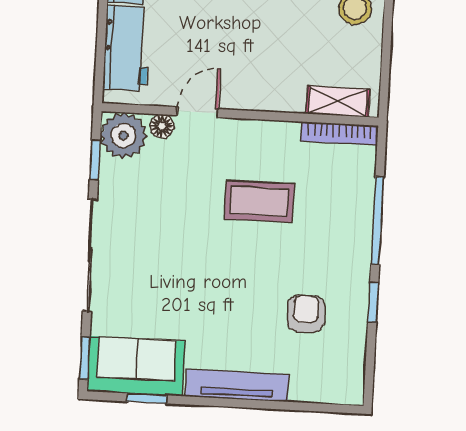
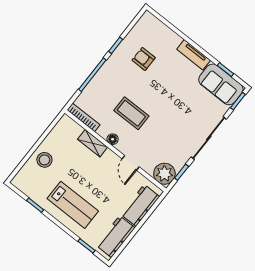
shelving: (338, 101) -> (93, 143), moved
door: (198, 112) -> (131, 163), hinge flipped
floor lamp: (162, 126) -> (113, 139), moved
armchair: (306, 314) -> (144, 59), turned 90
tv unit: (237, 385) -> (194, 55), width x0.71

